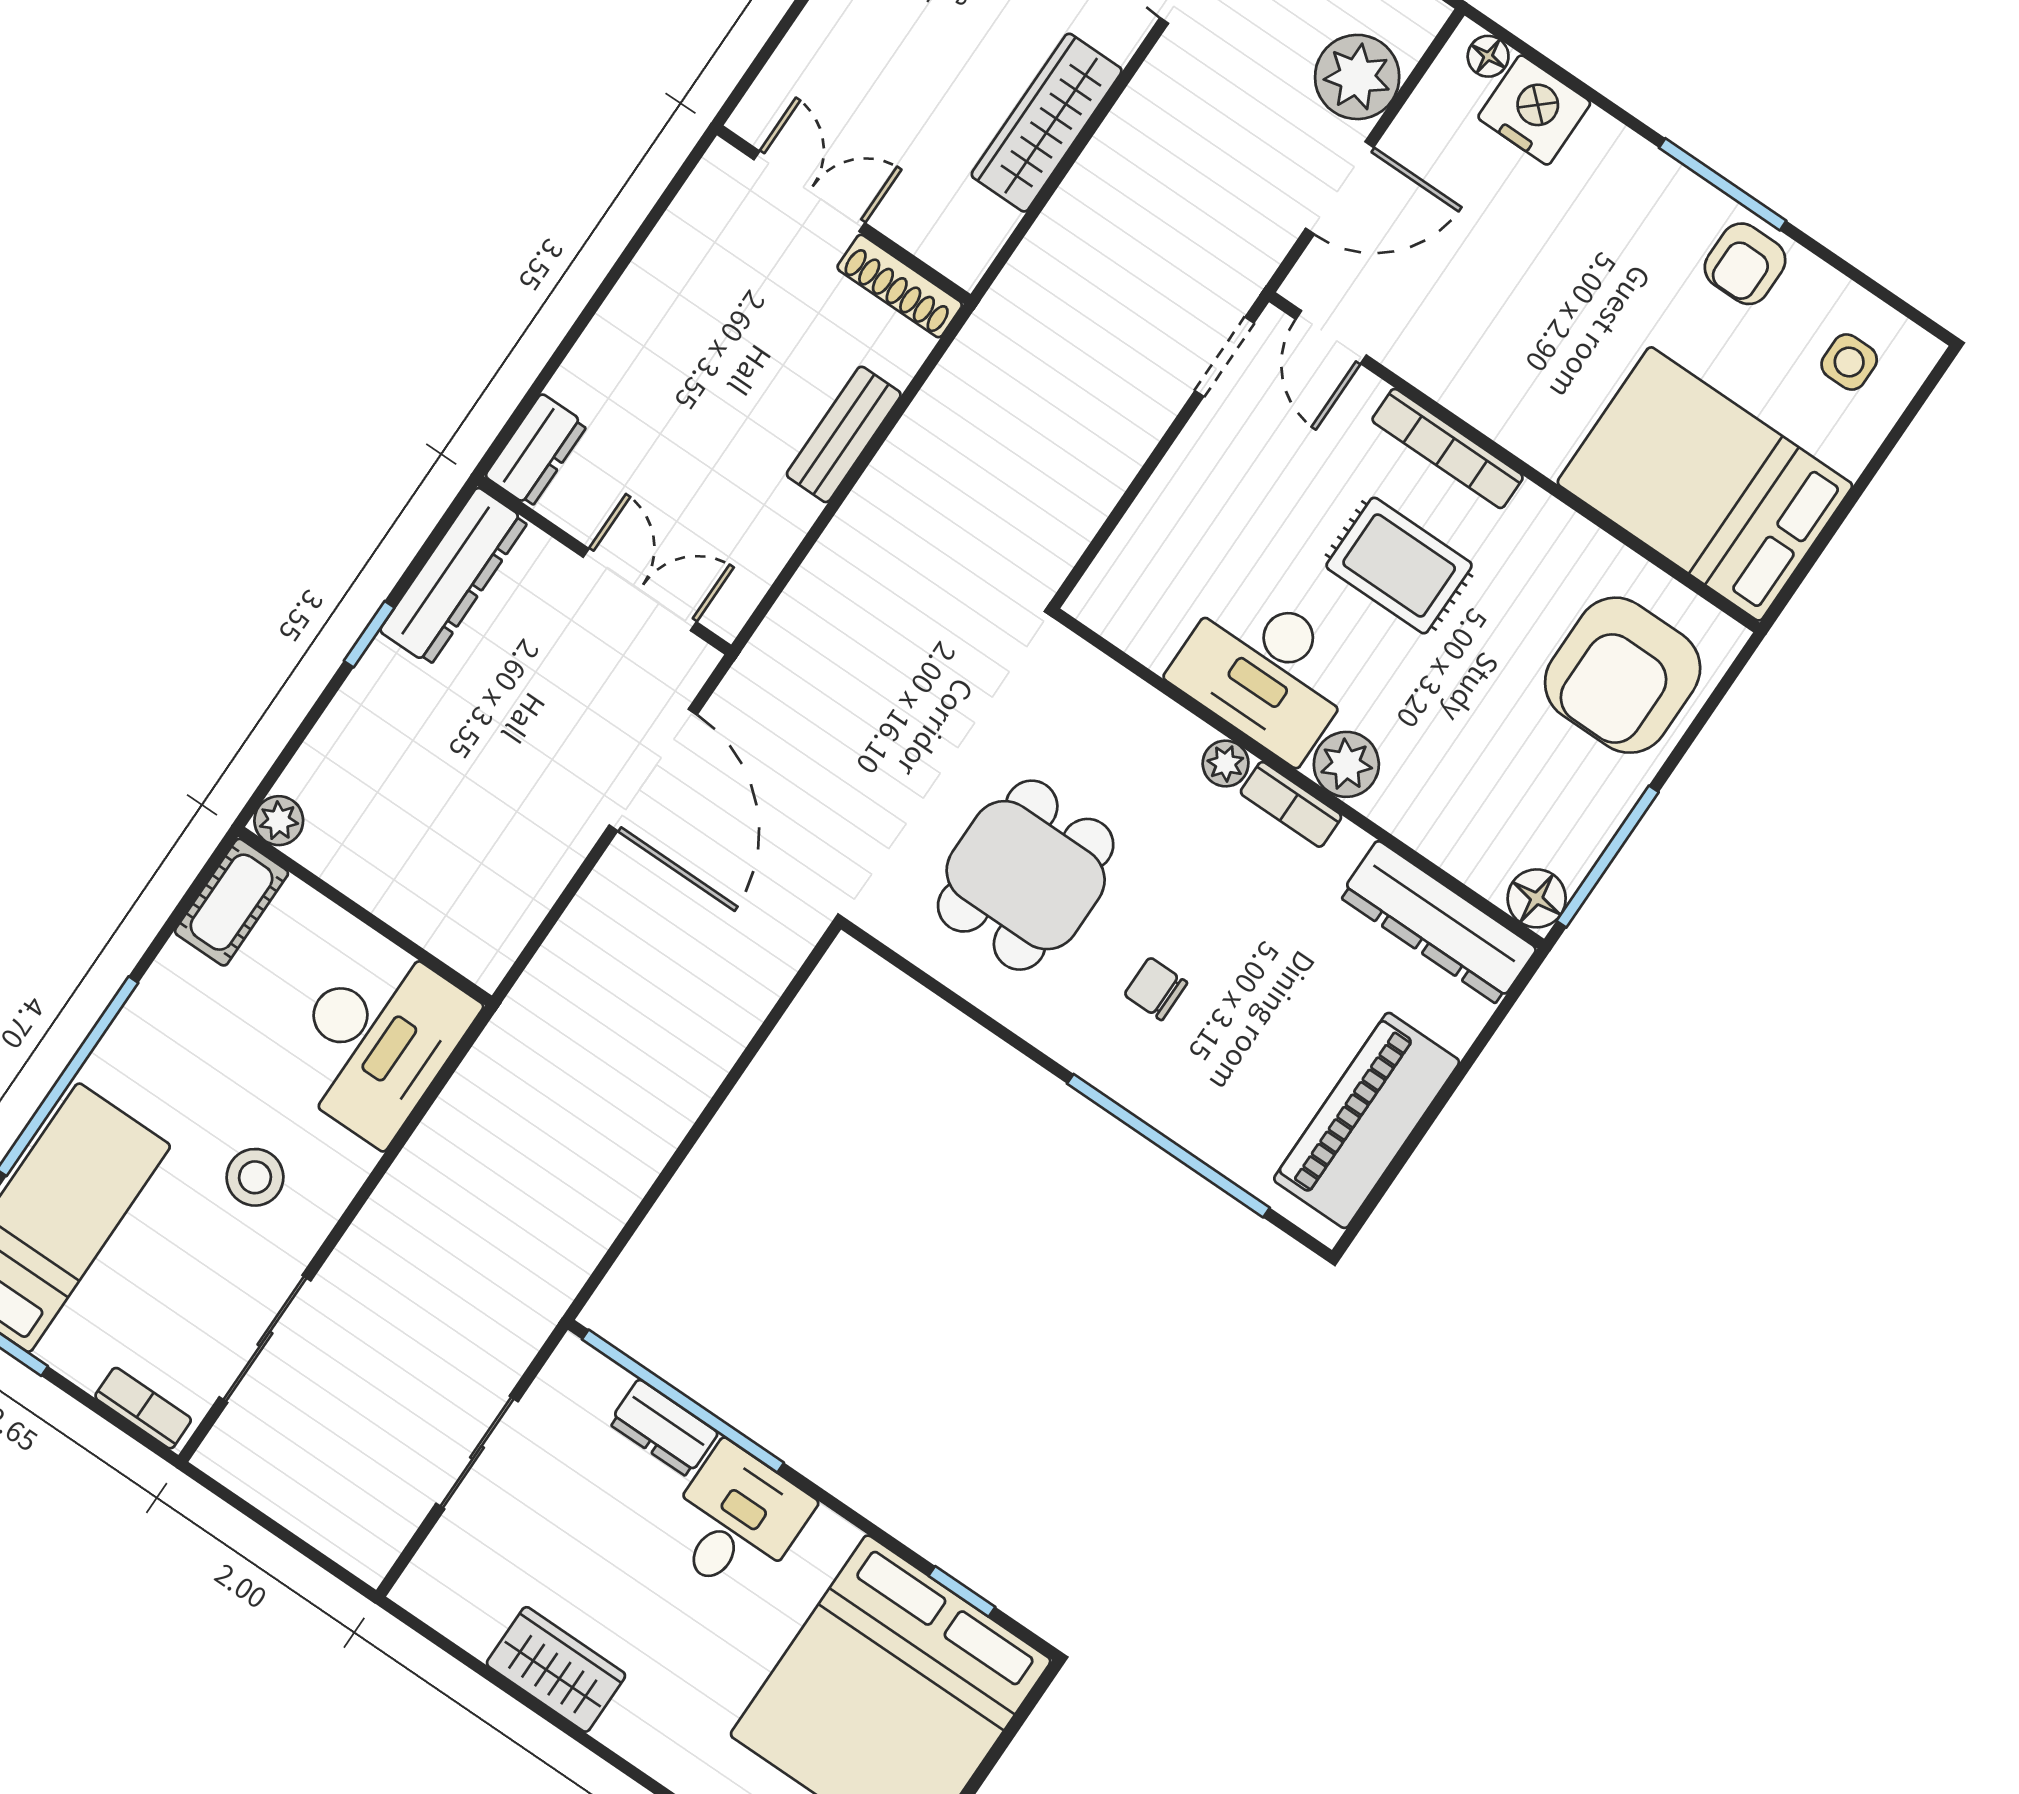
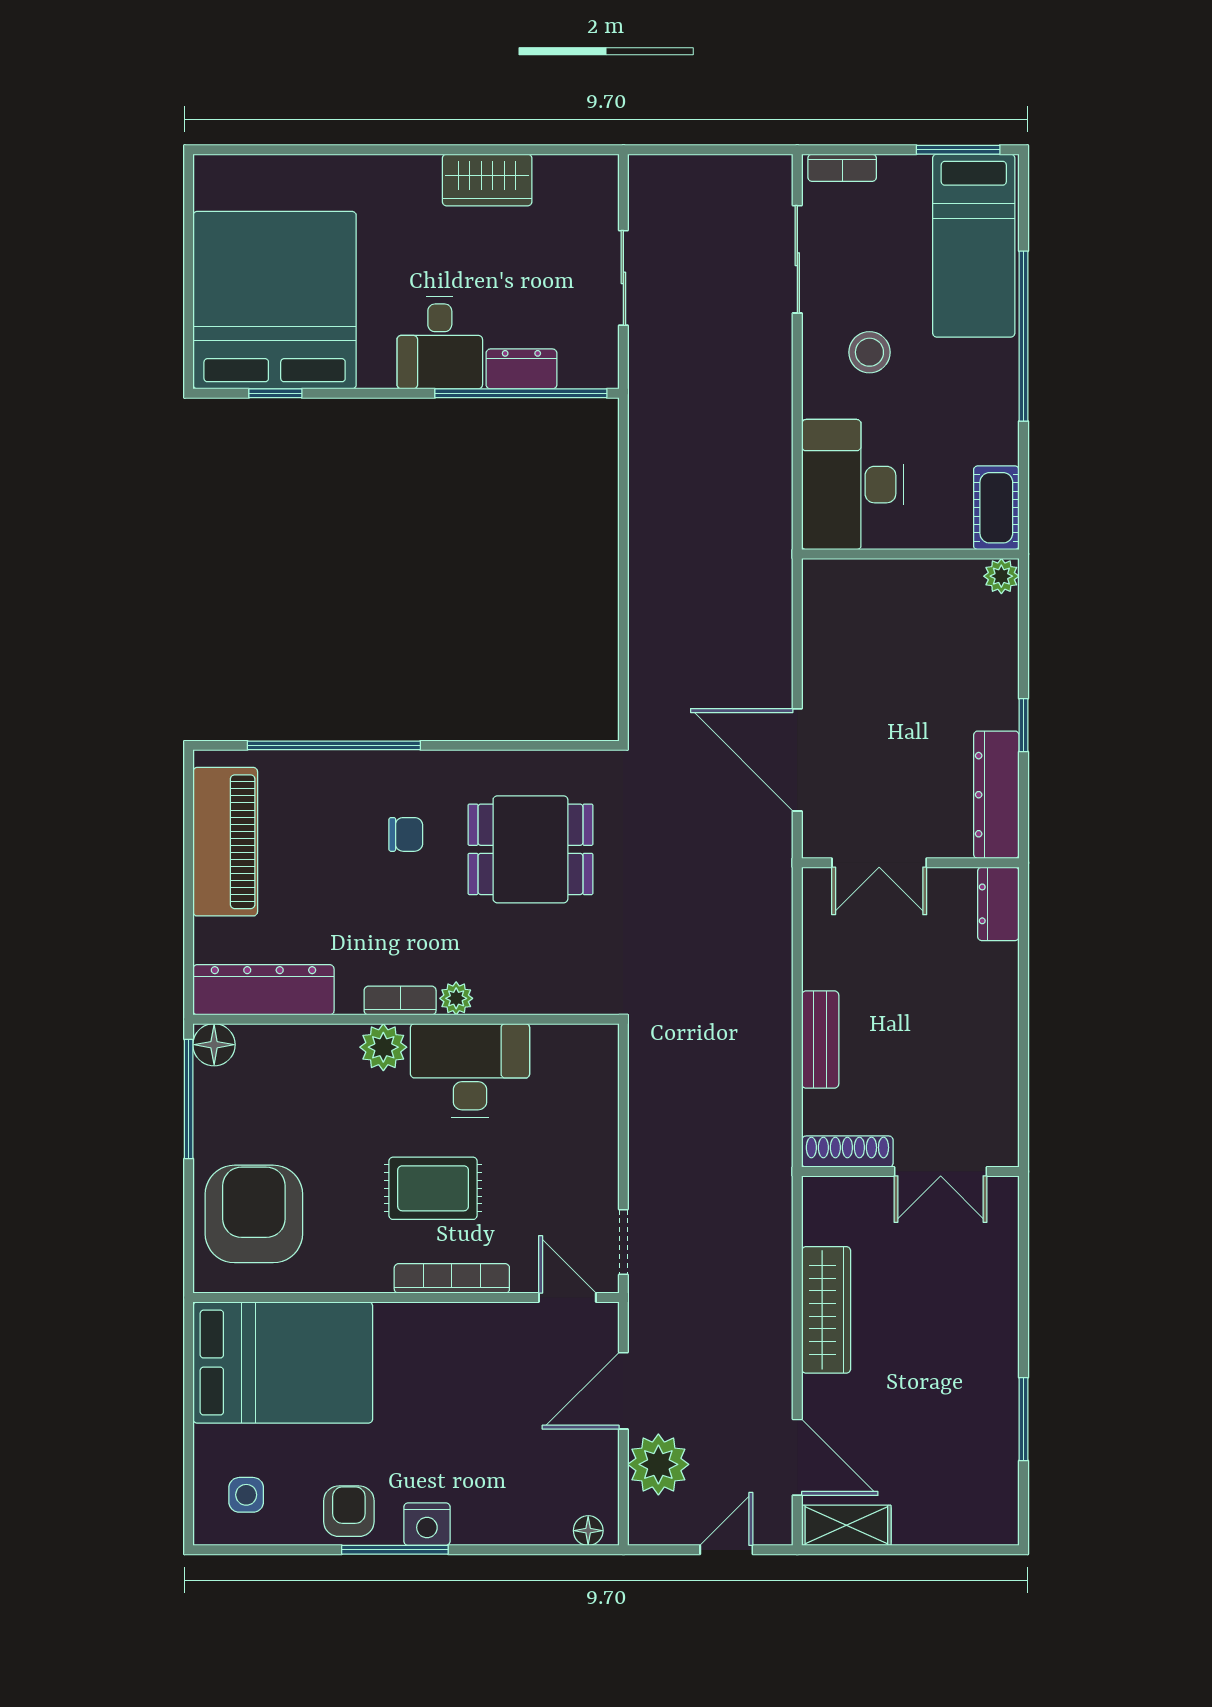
nightstand: (1534, 110) -> (427, 1524), moved, width x0.74, depth x0.75
dining table: (1026, 875) -> (530, 849), turned 90

